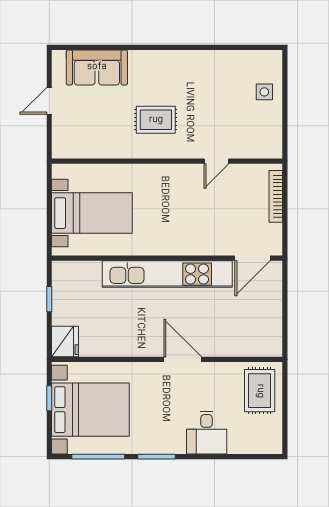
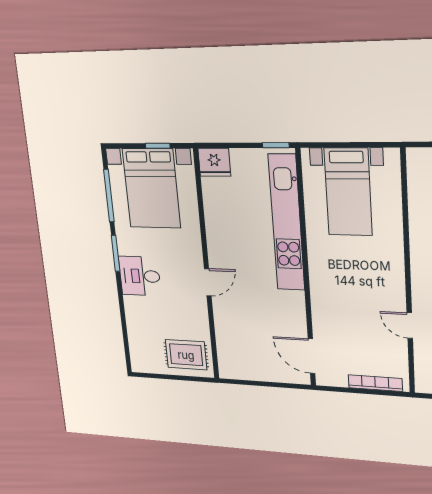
kitchen unit: (167, 274) -> (287, 223), moved
window: (49, 299) -> (276, 145), moved
door: (183, 359) -> (208, 282), width x0.73
desk: (207, 433) -> (140, 276), moved

